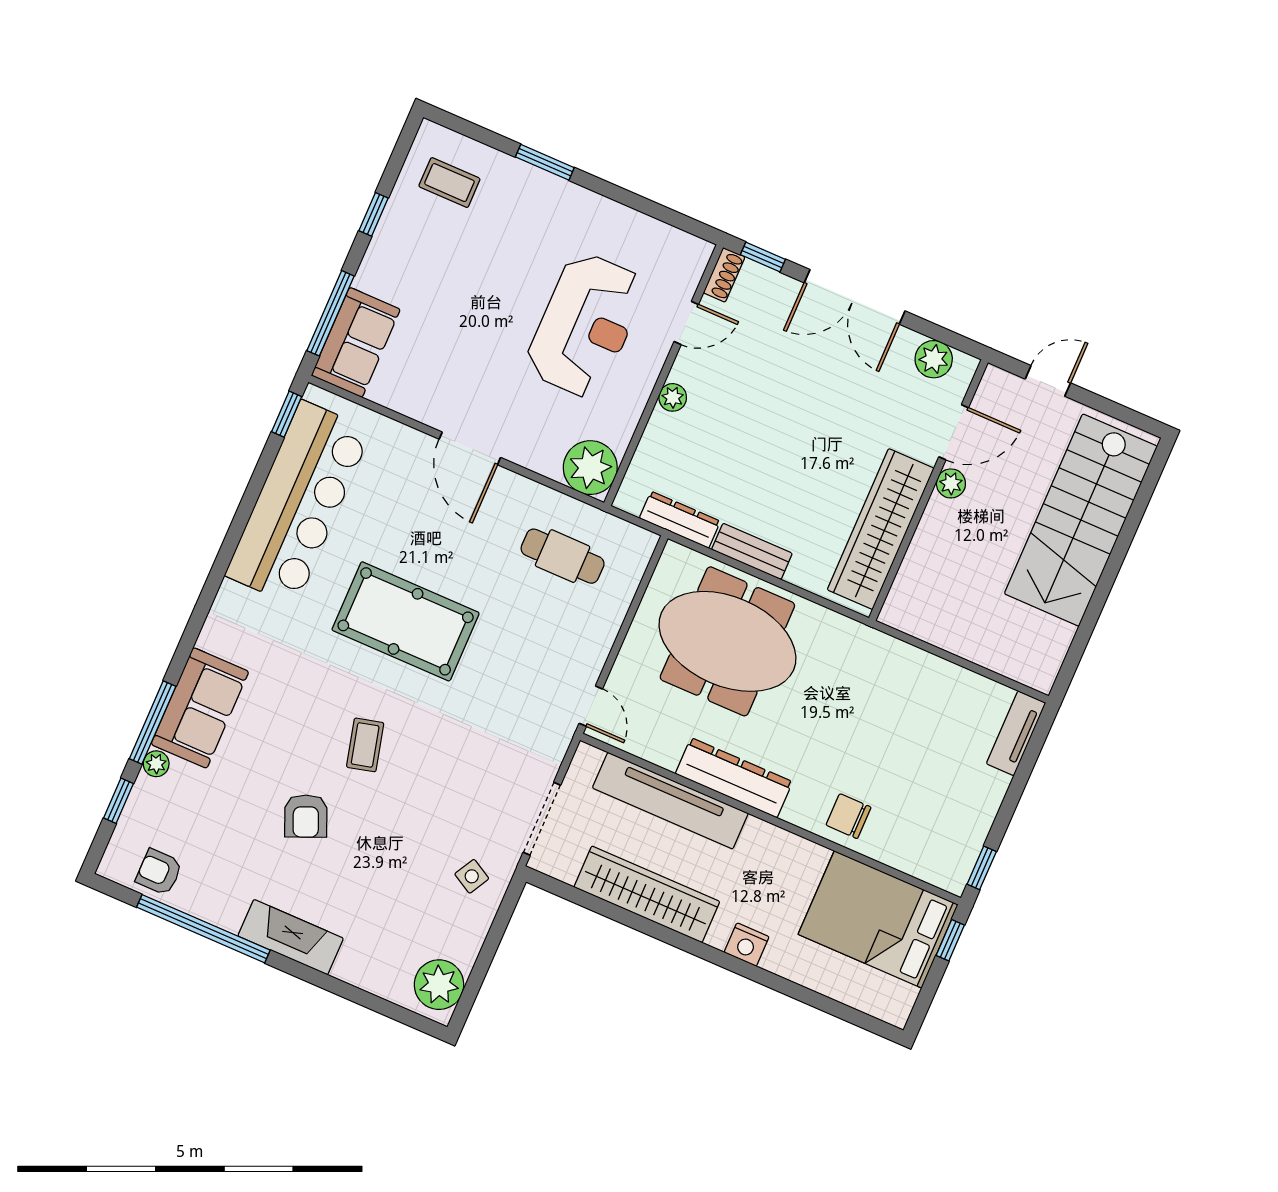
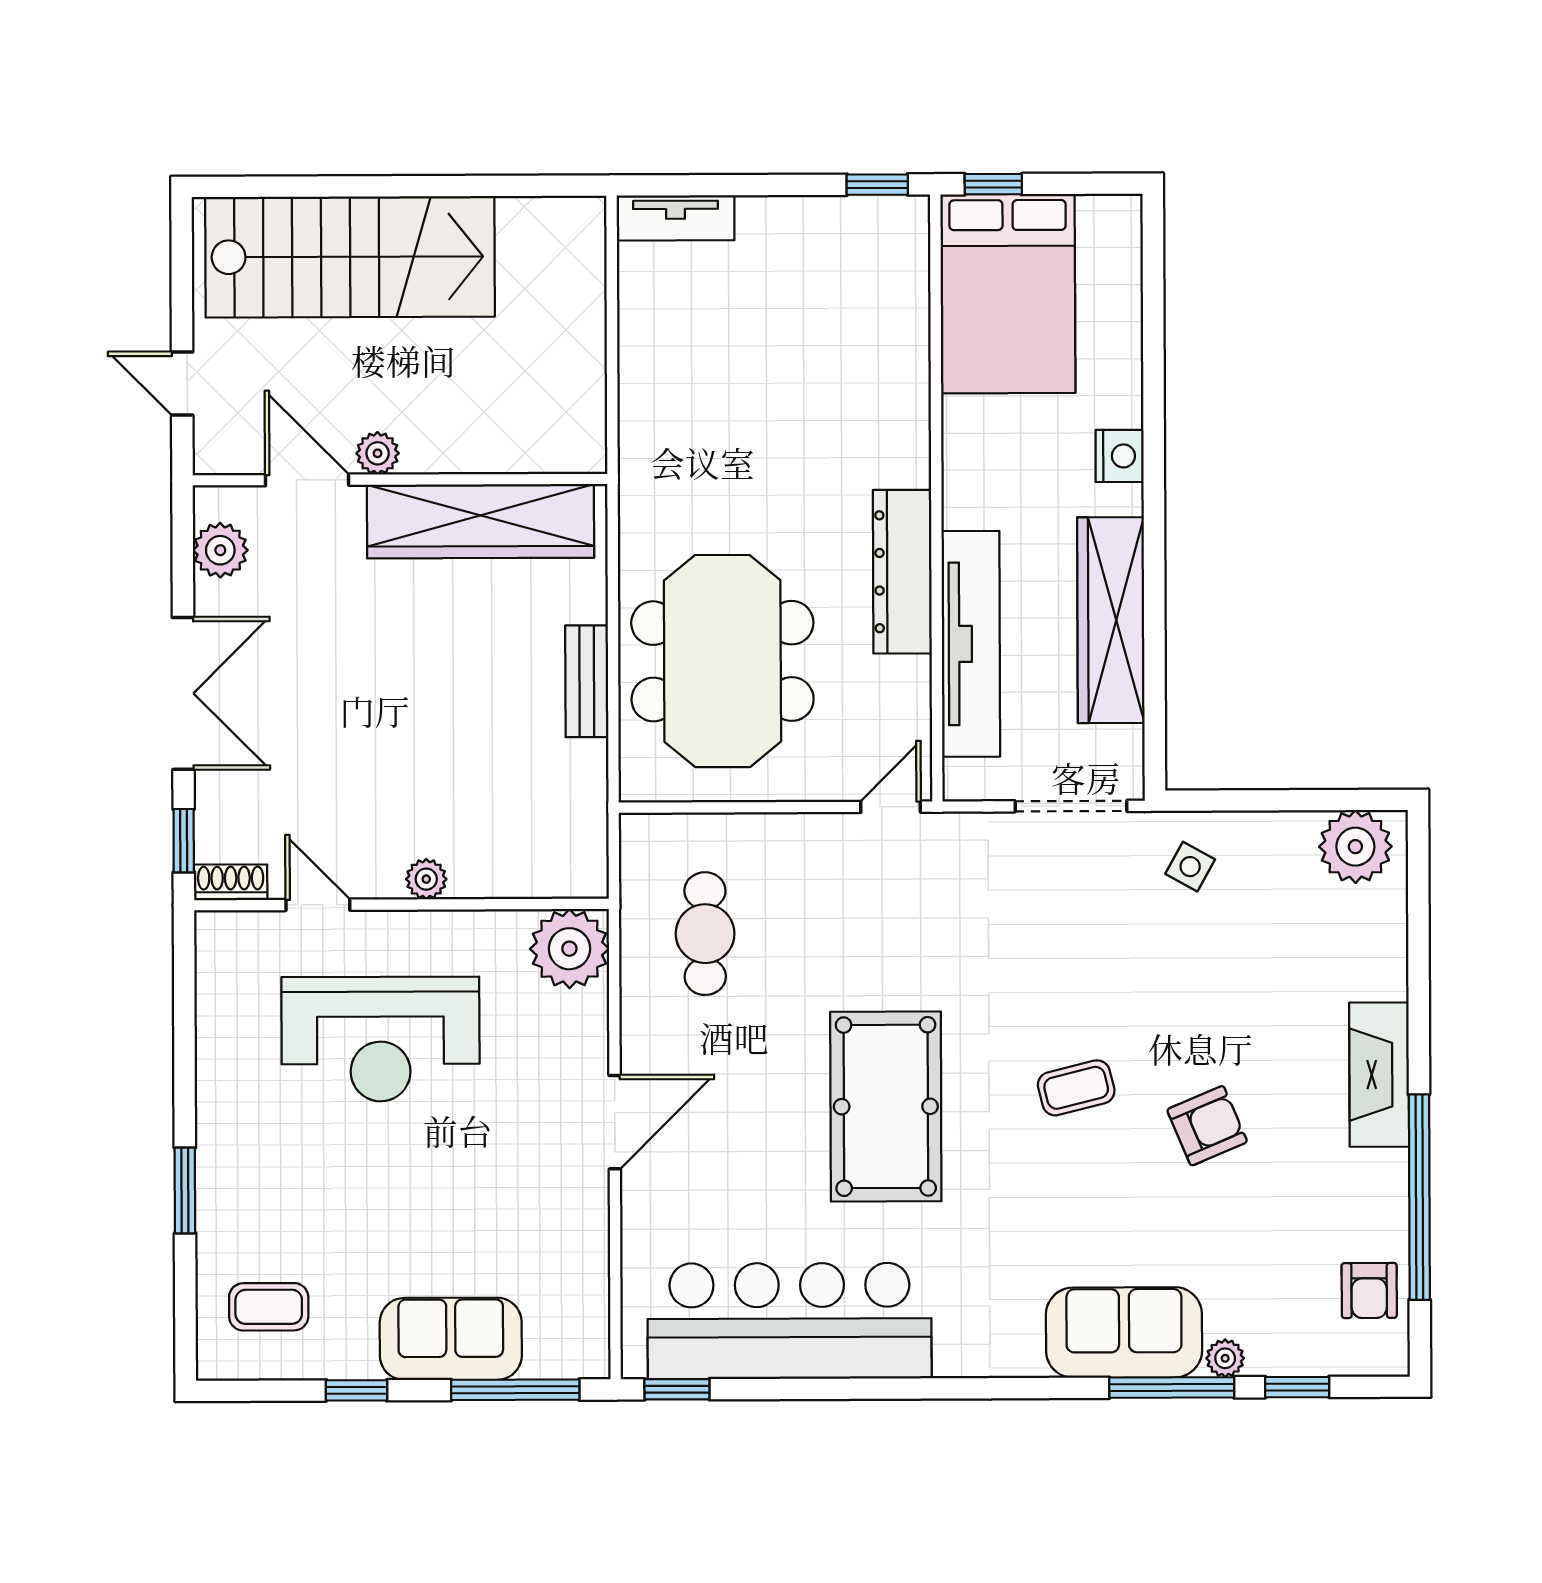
coffee table: (449, 183) -> (269, 1307), turned 90
reception desk: (586, 325) -> (380, 1039), turned 180
sofa: (356, 342) -> (451, 1339), moved
dresser: (680, 520) -> (587, 797), removed
chair: (849, 816) -> (886, 395), removed

